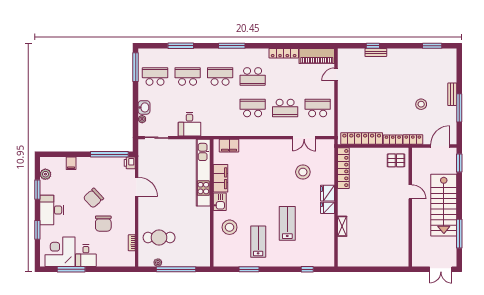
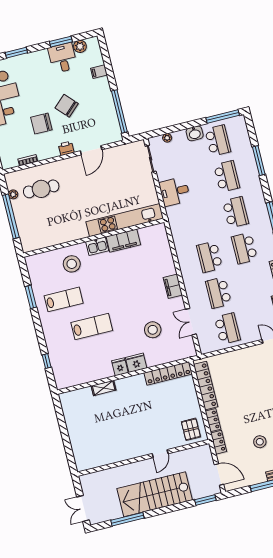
washbasin: (144, 107) -> (195, 133), moved
school desk: (253, 108) -> (210, 257), turned 180
filing cabinet: (229, 146) -> (173, 286), moved
printer: (130, 163) -> (66, 148), moved
desk: (52, 210) -> (63, 58), moved, width x0.73
cafe table: (159, 237) -> (41, 189), turned 90

